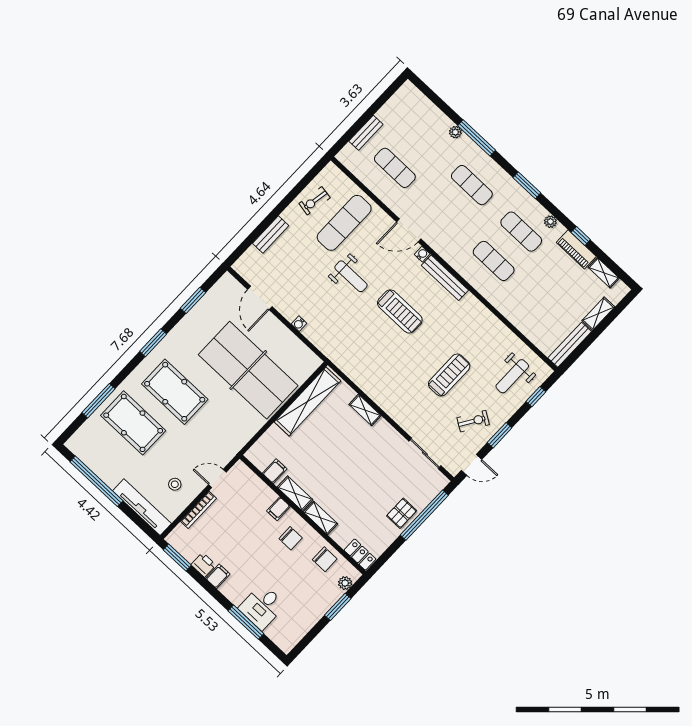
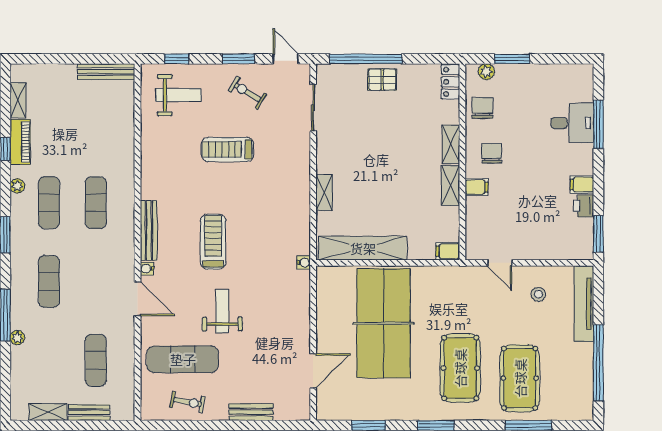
shelving: (598, 314) -> (48, 412), moved
water cooler: (299, 324) -> (304, 262), moved
filing cabinet: (275, 471) -> (448, 251), moved
bookcase: (199, 510) -> (541, 254), removed

